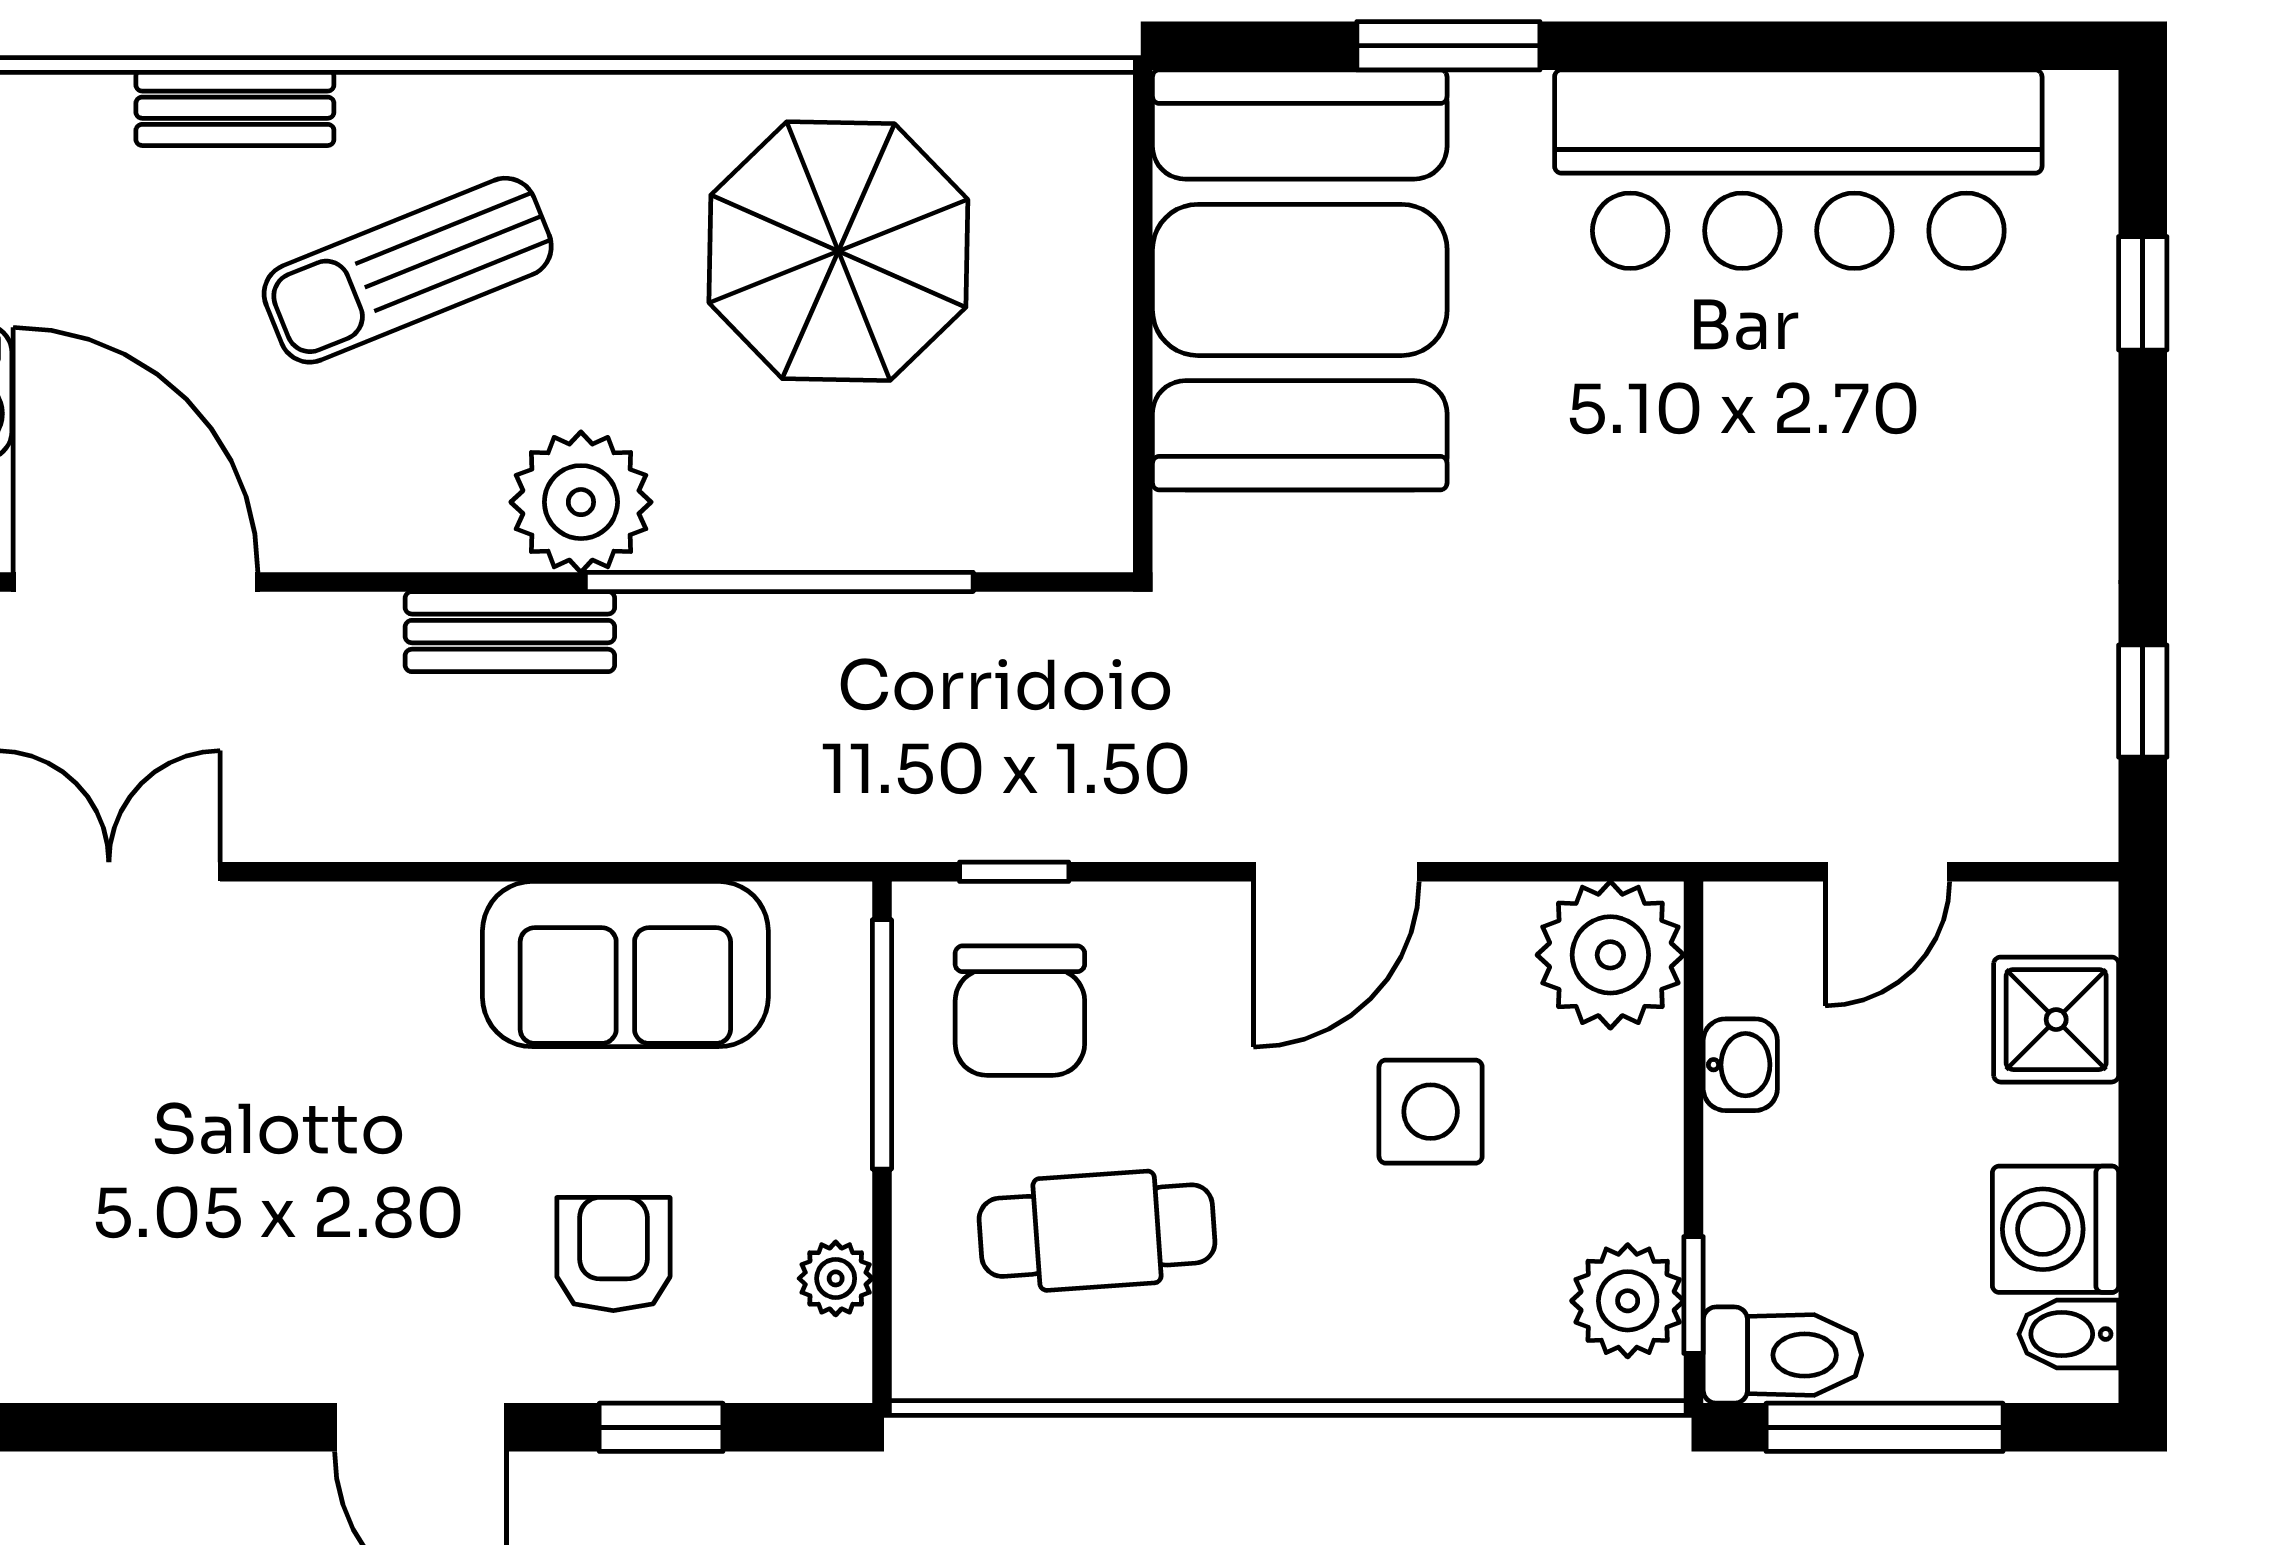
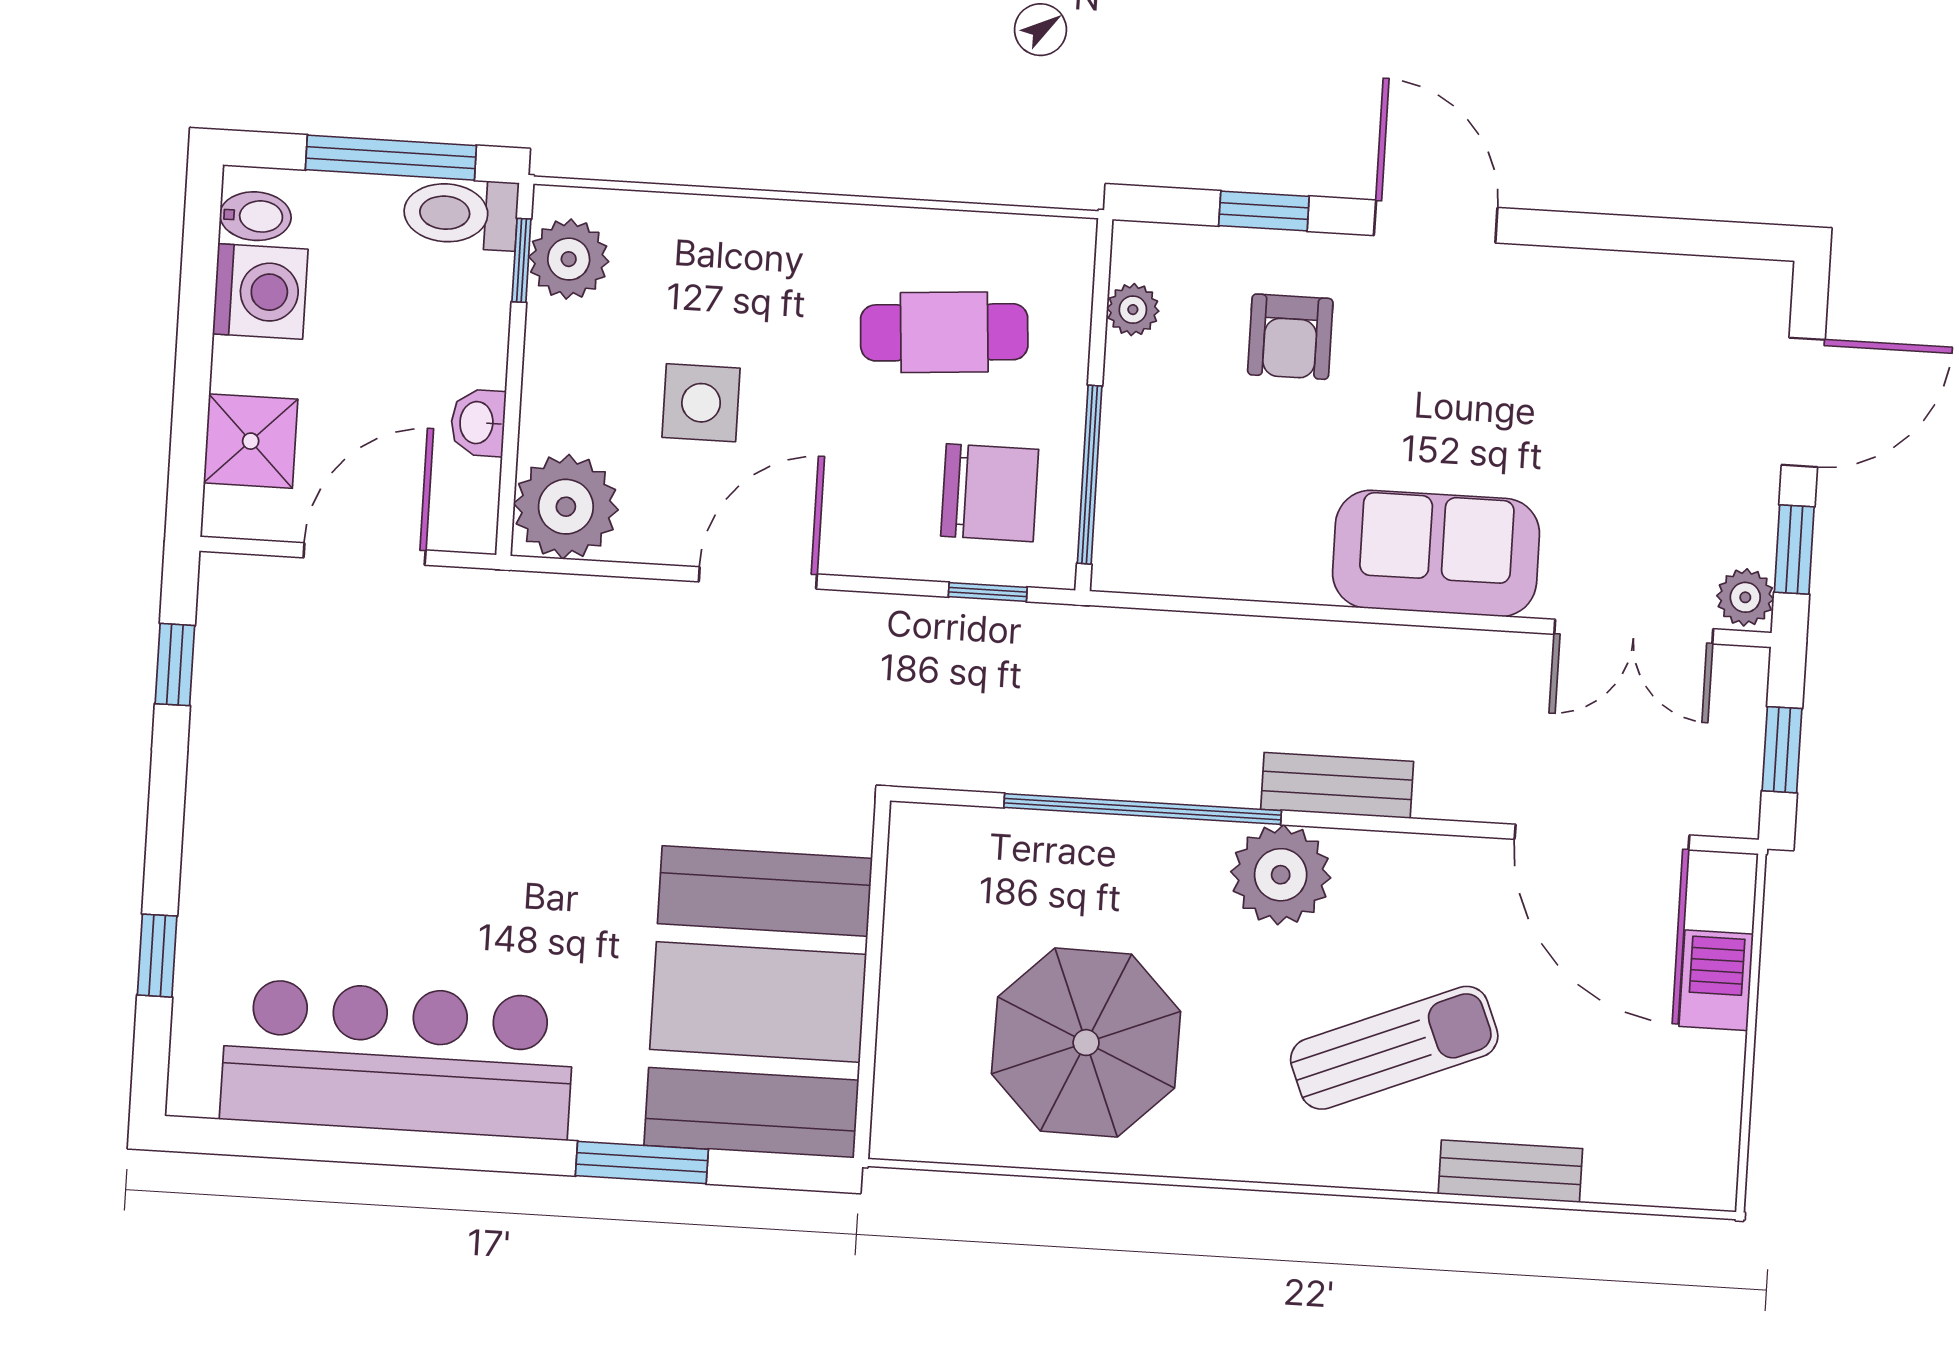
door: (1887, 872) -> (365, 554), width x1.38
sofa: (625, 964) -> (1436, 553), moved
chair: (1020, 1011) -> (990, 493), turned 90

